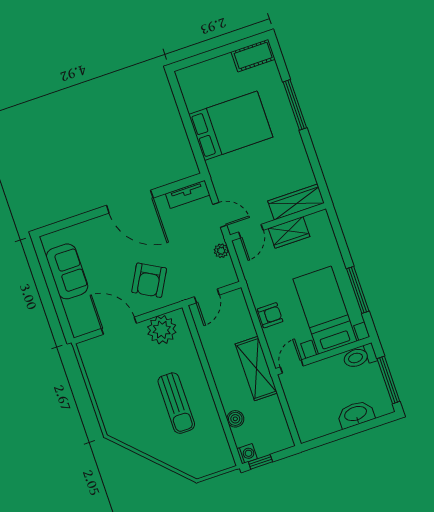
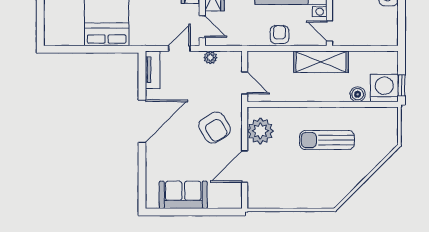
armchair: (149, 280) -> (215, 127), turned 30
sun lounger: (176, 403) -> (327, 140), turned 180
washing machine: (247, 454) -> (384, 88), width x1.89, depth x1.89

